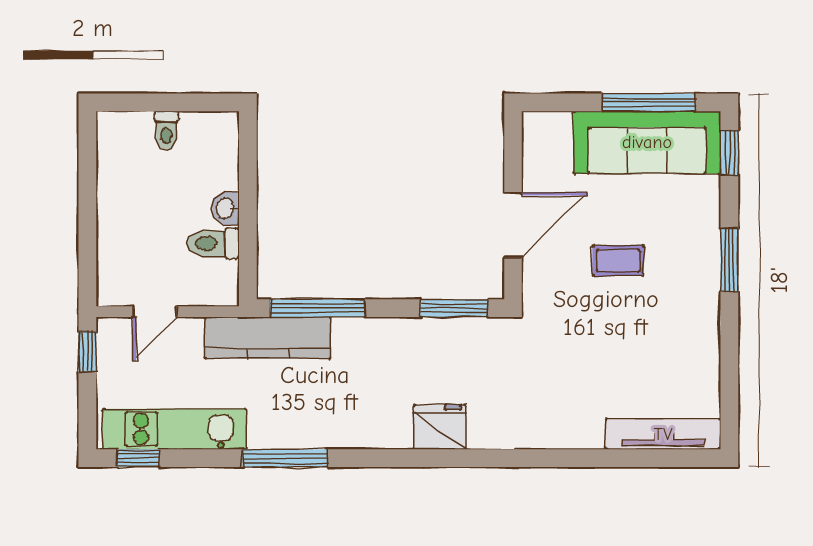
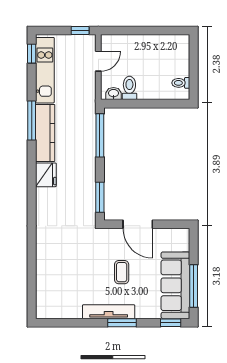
toilet: (166, 131) -> (181, 83), moved
washbasin: (226, 208) -> (114, 93), moved
door: (155, 312) -> (98, 61), swing flipped
kitchen counter: (268, 338) -> (45, 133), moved, turned 180
fridge: (439, 427) -> (46, 175), moved
tv unit: (663, 434) -> (109, 312), moved, turned -90

